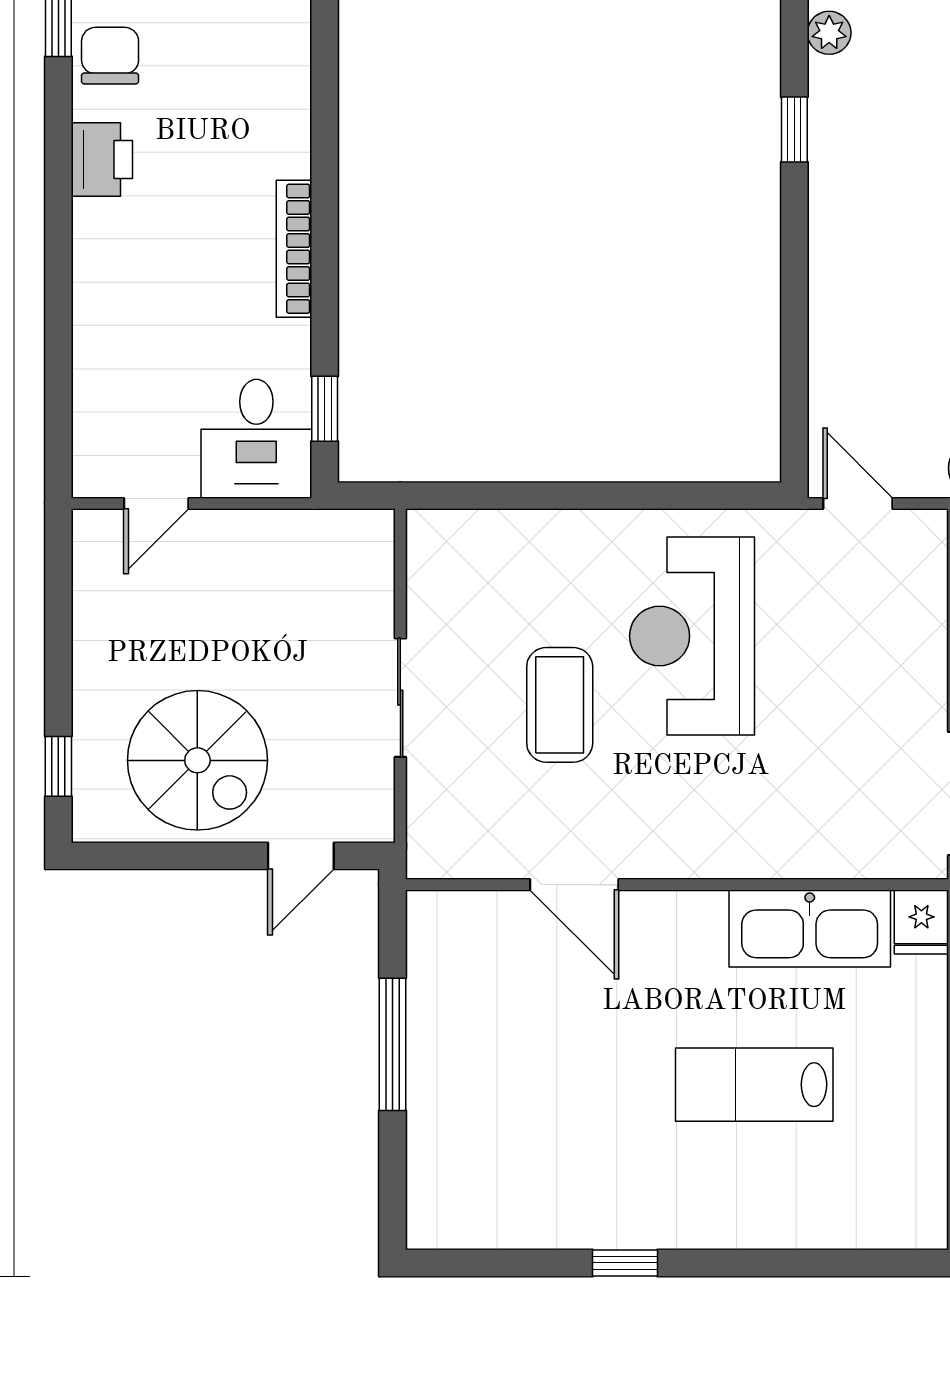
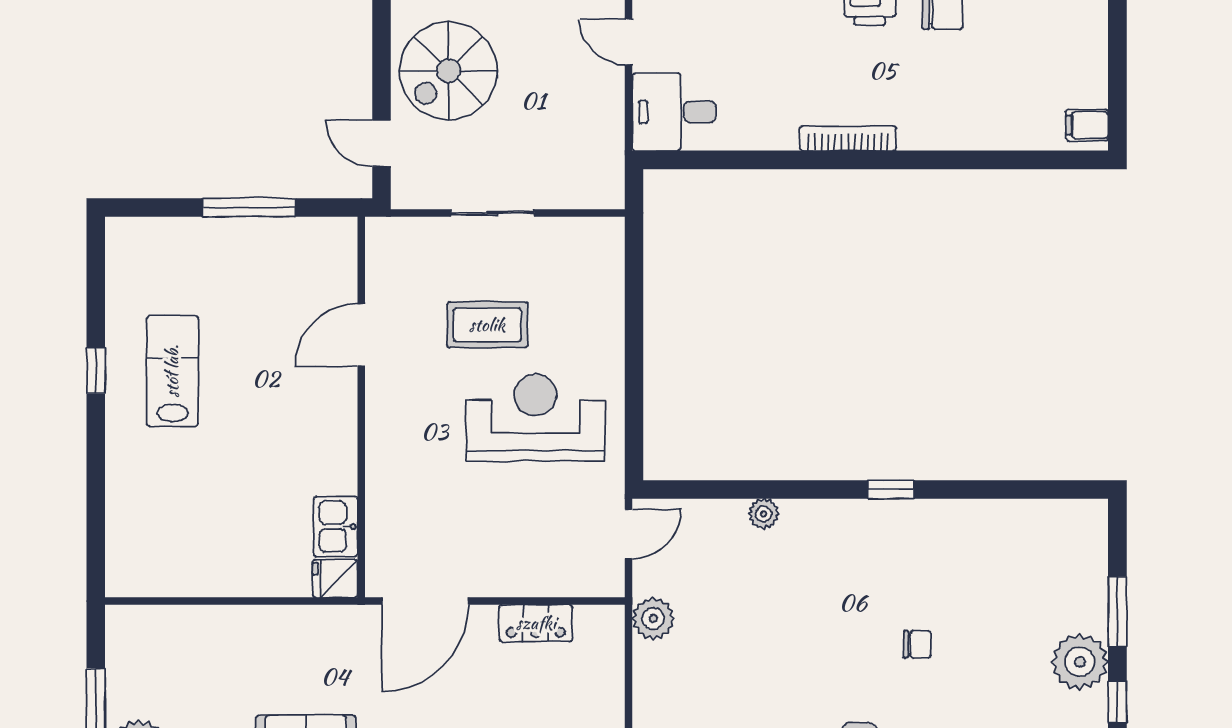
plant: (829, 33) -> (764, 514), moved
bookcase: (294, 249) -> (848, 138), moved
window: (325, 409) -> (695, 160), removed
kitchen sink: (810, 928) -> (336, 527), width x0.53, depth x0.81
lab bench: (754, 1085) -> (172, 371), moved

